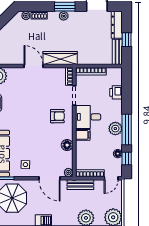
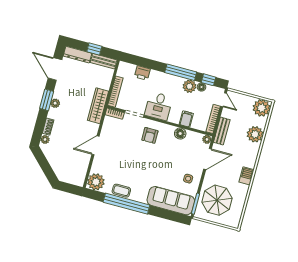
wardrobe: (60, 58) -> (98, 106), moved
armchair: (57, 116) -> (150, 135), turned 180
plant: (115, 129) -> (189, 86), moved
filing cabinet: (83, 135) -> (186, 119), moved

